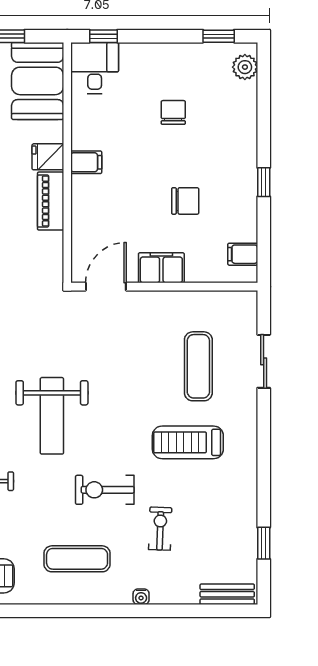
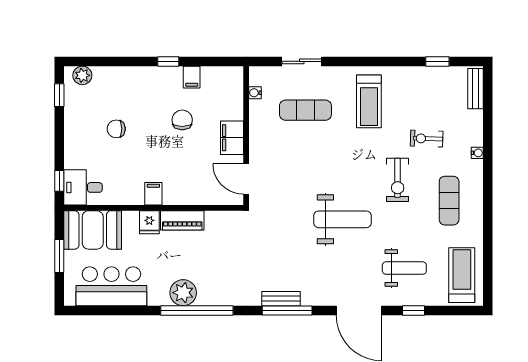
filing cabinet: (243, 254) -> (192, 77), moved
water cooler: (222, 298) -> (255, 93), added
treadmill: (188, 442) -> (369, 101), moved

